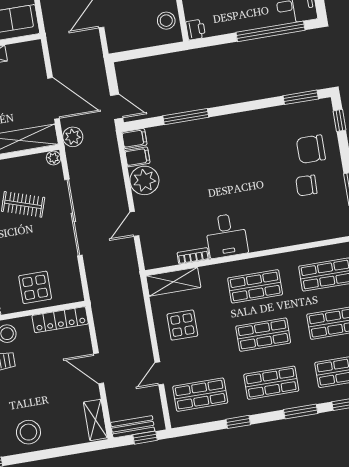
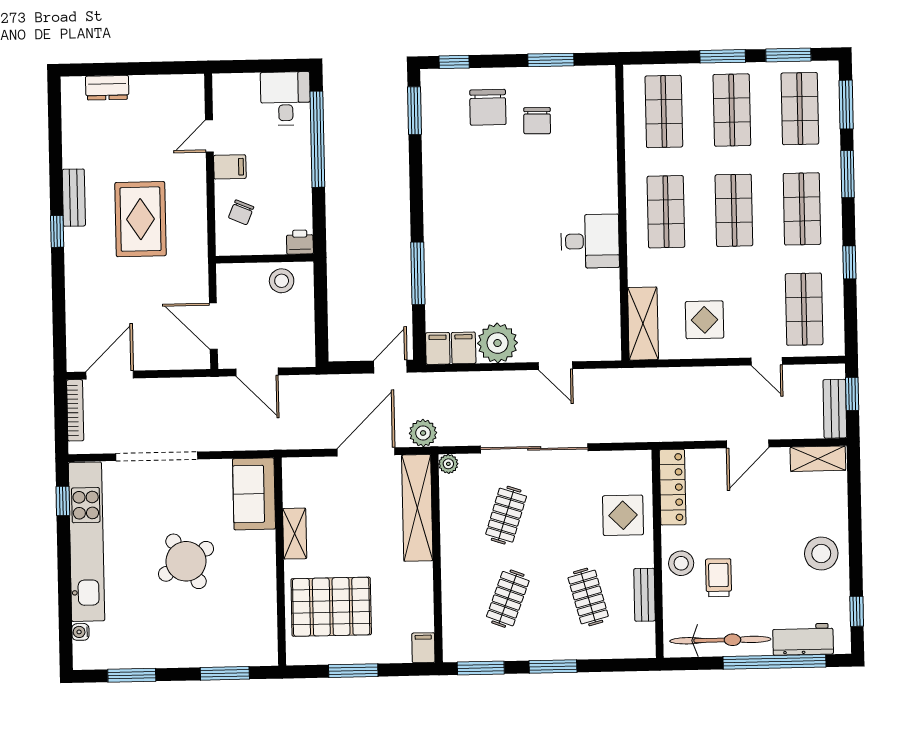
bookcase: (193, 256) -> (611, 291), removed

